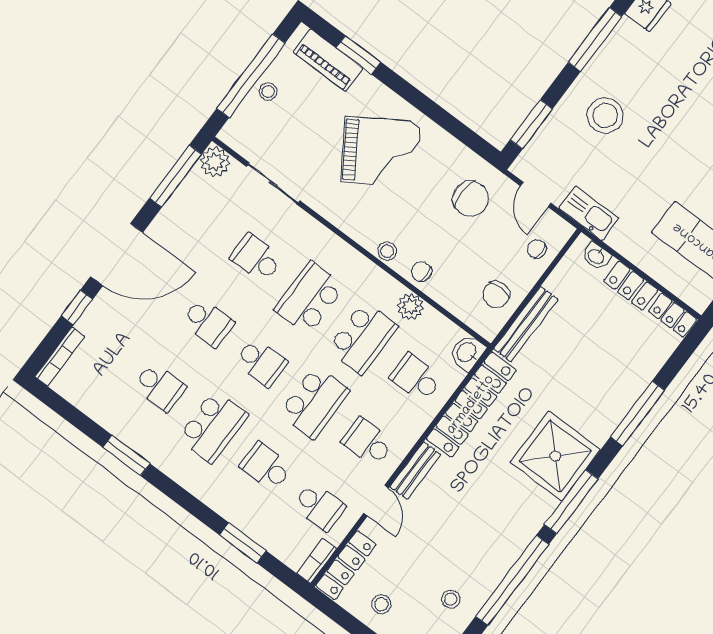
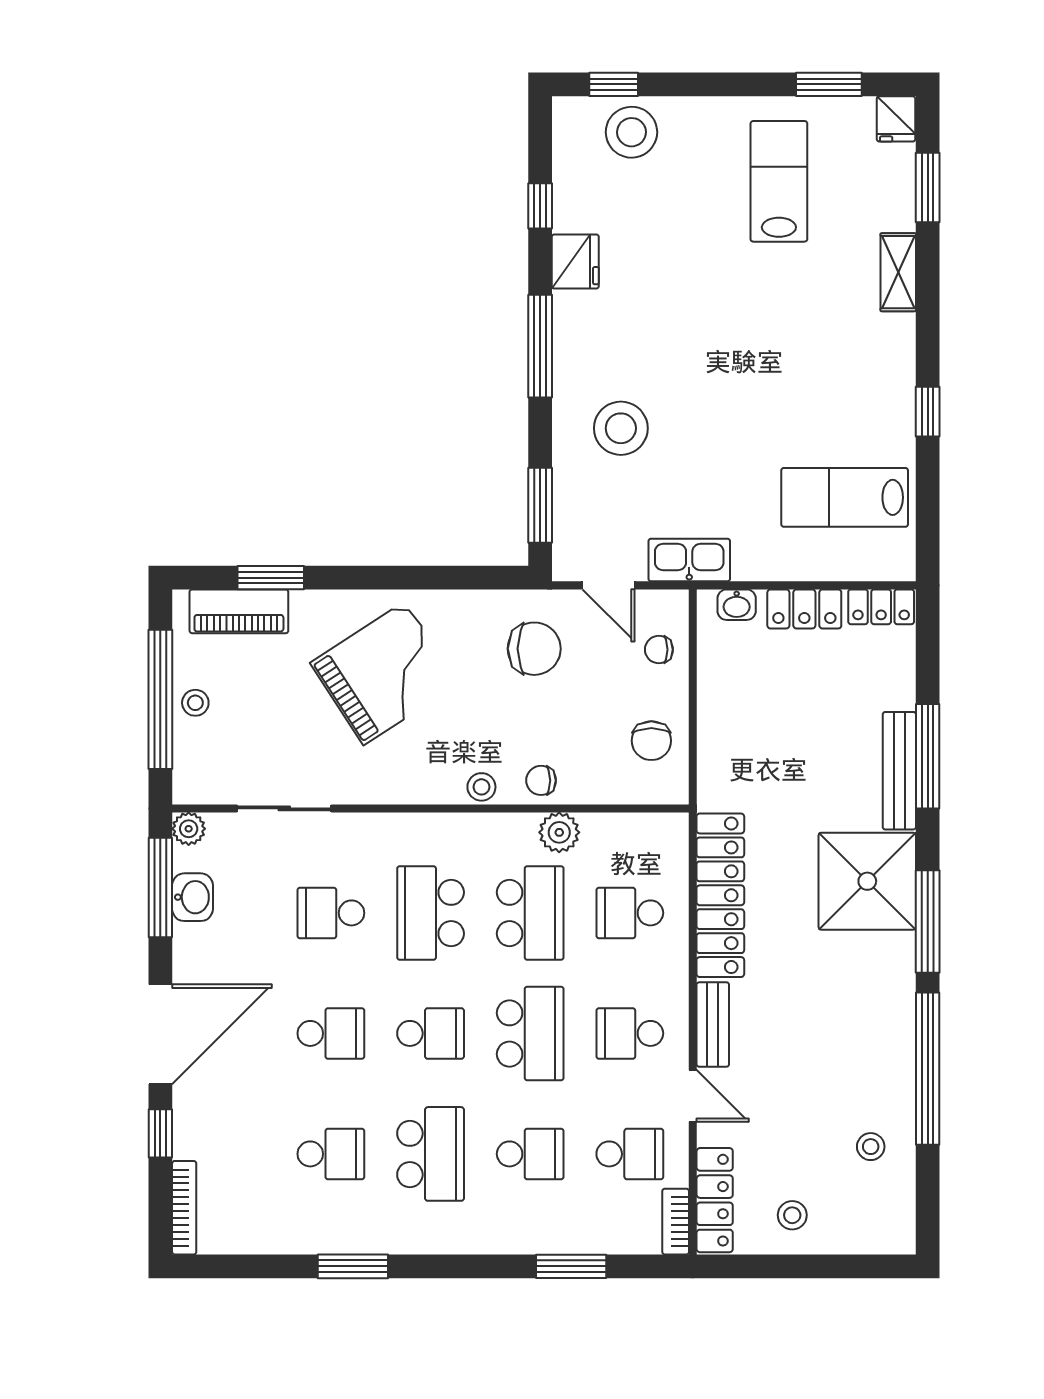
plant: (215, 162) -> (189, 829), width x0.73, depth x0.73
bench: (526, 324) -> (899, 771), moved
washbasin: (467, 352) -> (193, 897), moved, turned 180
school desk: (266, 467) -> (530, 1154), turned 180

